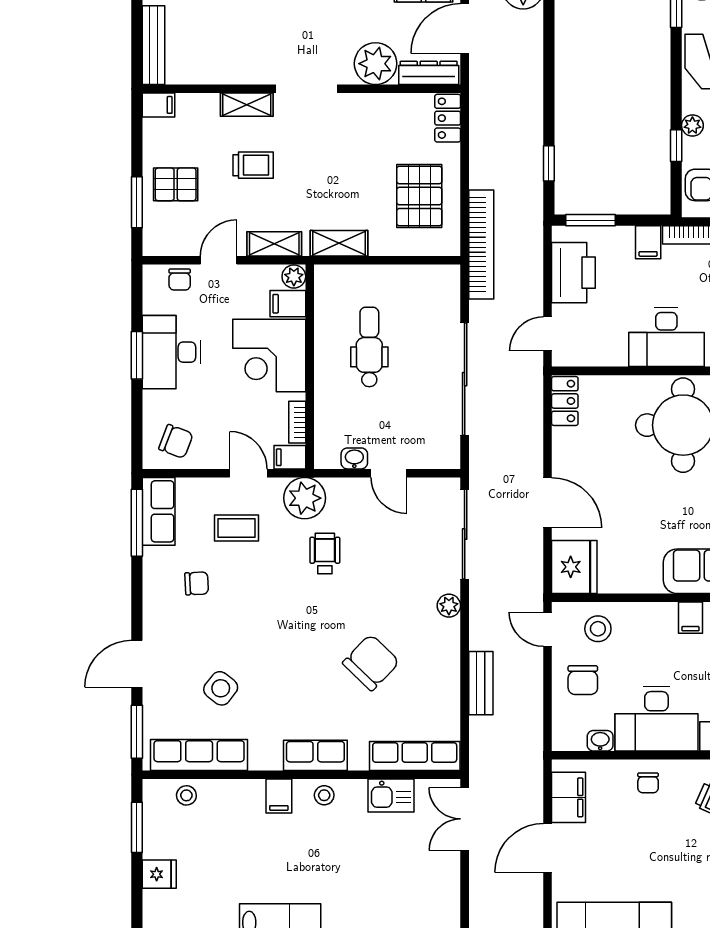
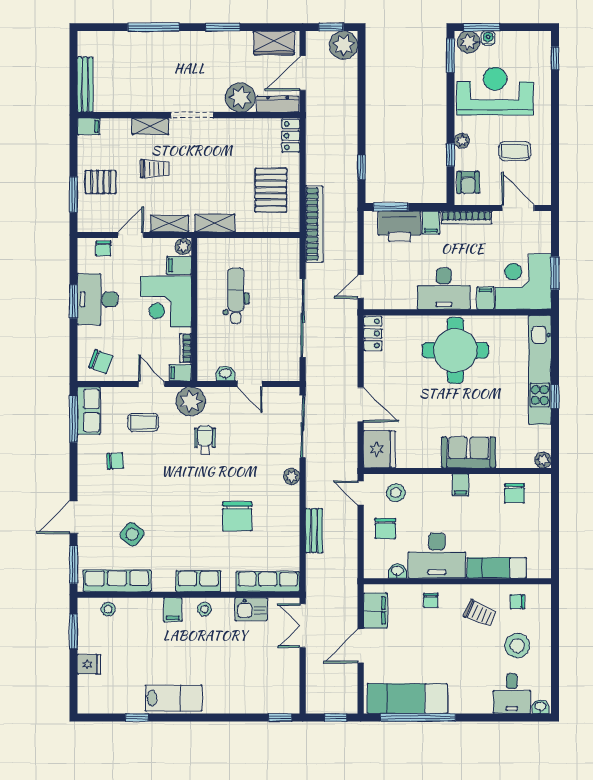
printer: (573, 273) -> (399, 226), moved, turned 90
chair: (371, 662) -> (237, 516), turned 136

